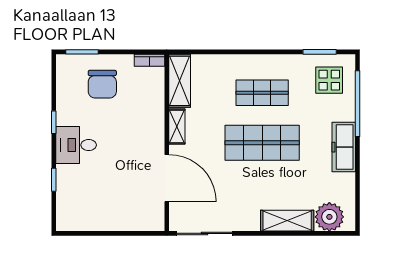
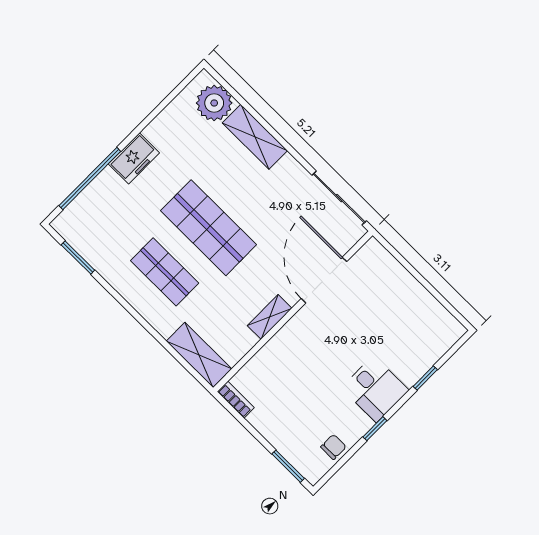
display table: (329, 80) -> (94, 224), removed
shelving: (180, 81) -> (199, 355), moved, turned 90
chair: (102, 84) -> (333, 447), moved, width x0.54, depth x0.54
freezer: (344, 147) -> (134, 158), width x0.71

